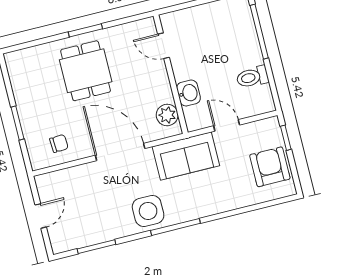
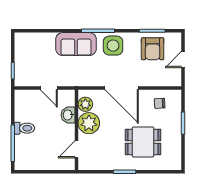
door: (164, 46) -> (77, 149), swing flipped
dining table: (86, 71) -> (143, 142), moved, turned 90
toilet: (252, 77) -> (24, 128), moved
plant: (155, 89) -> (89, 123), added
sofa: (186, 156) -> (76, 44), moved, turned 180
armchair: (270, 167) -> (153, 49), moved

